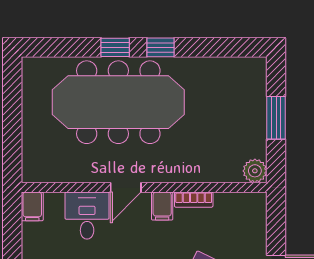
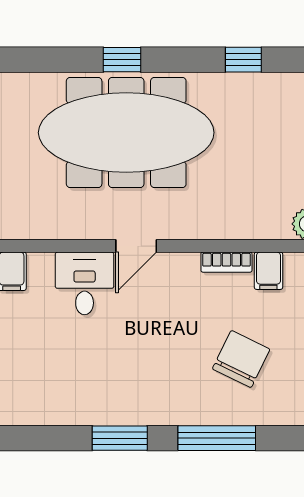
window: (160, 47) -> (243, 60), moved
filing cabinet: (162, 206) -> (268, 271), moved

